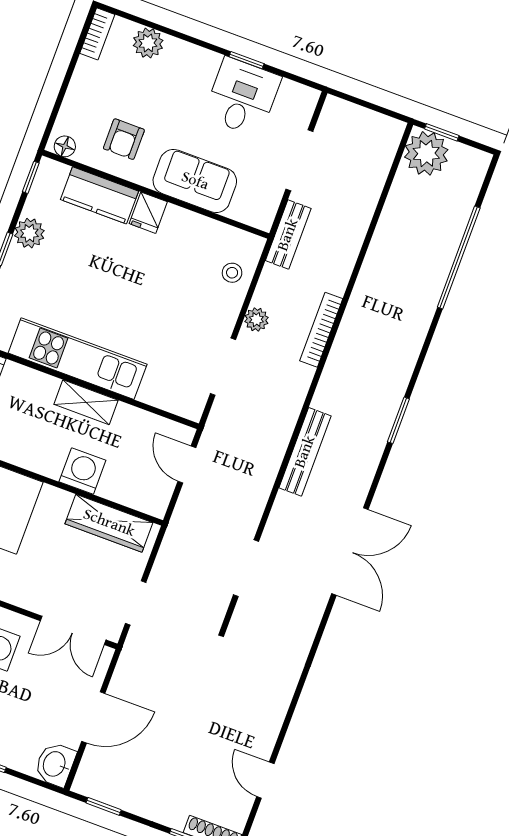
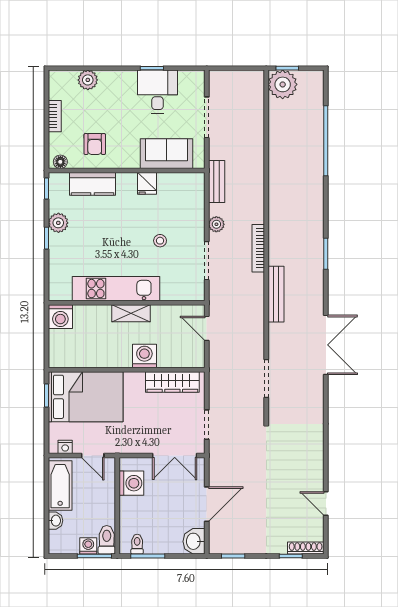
bookcase: (97, 34) -> (55, 116), moved
sofa: (195, 181) -> (166, 154), moved
fridge: (148, 213) -> (147, 183), moved
bench: (288, 235) -> (217, 181), moved
stool: (232, 273) -> (160, 241), moved
bookcase: (321, 330) -> (258, 248), moved

